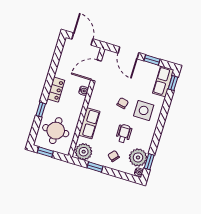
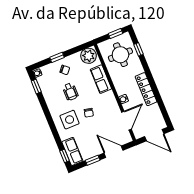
locker: (56, 90) -> (146, 89), width x1.53
window: (41, 110) -> (138, 49), moved
plant: (138, 157) -> (47, 83), removed
window: (95, 167) -> (57, 57), moved

